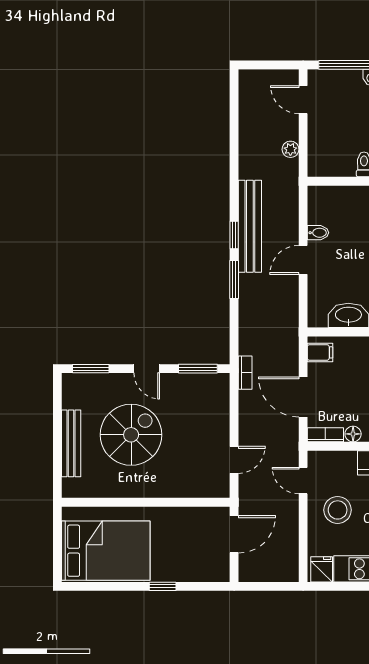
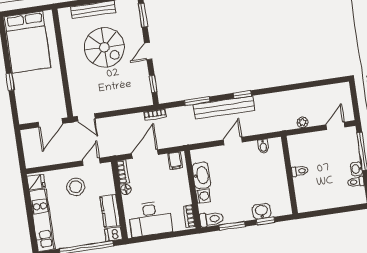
bench: (250, 226) -> (224, 107), moved
bidet: (318, 233) -> (263, 146), moved
door: (303, 260) -> (233, 141), hinge flipped
window: (234, 279) -> (197, 101), moved
window: (198, 369) -> (153, 84), width x0.67
door: (234, 460) -> (86, 117), moved
door: (234, 534) -> (50, 123), hinge flipped

